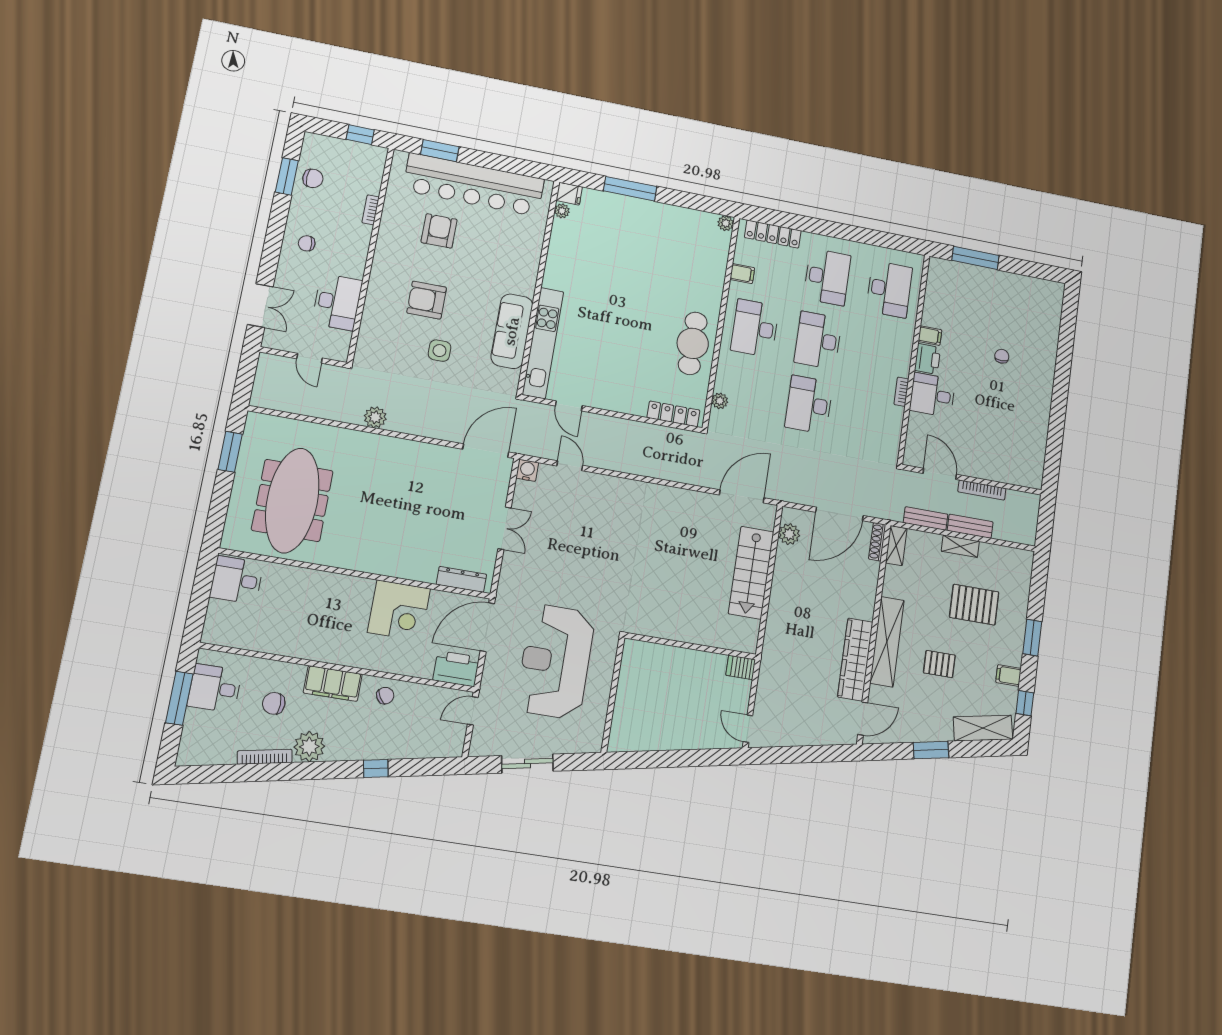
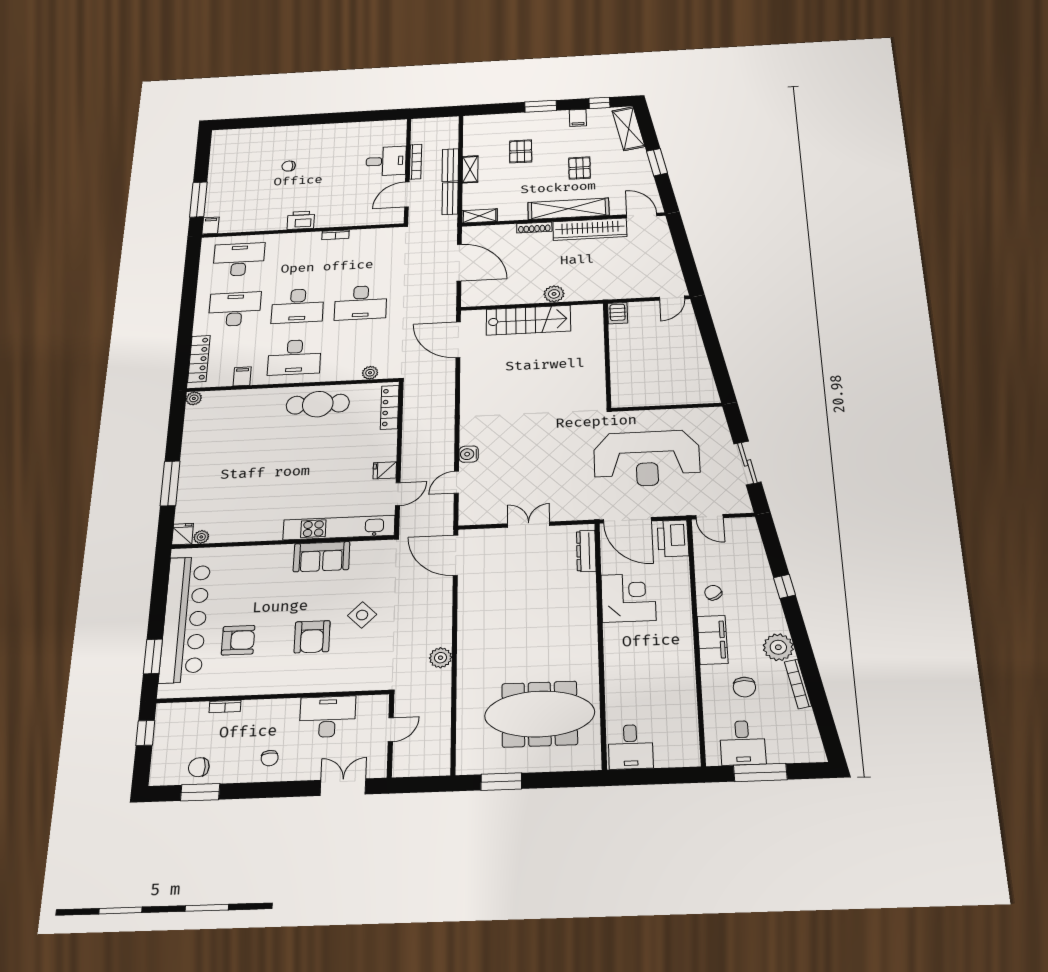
chair: (313, 178) -> (199, 767), turned -90
armchair: (439, 231) -> (238, 640), turned 180
sofa: (512, 331) -> (322, 557), width x0.73
filing cabinet: (930, 336) -> (210, 226), moved
side table: (439, 351) -> (362, 615), turned 45
desk: (932, 395) -> (386, 161), moved, turned -90
fridge: (599, 397) -> (385, 470), added
water cooler: (527, 470) -> (469, 454), moved
plant: (789, 534) -> (554, 294), moved
shoe rack: (877, 542) -> (534, 227), moved
pallet: (974, 605) -> (521, 151), width x0.67, depth x0.71

